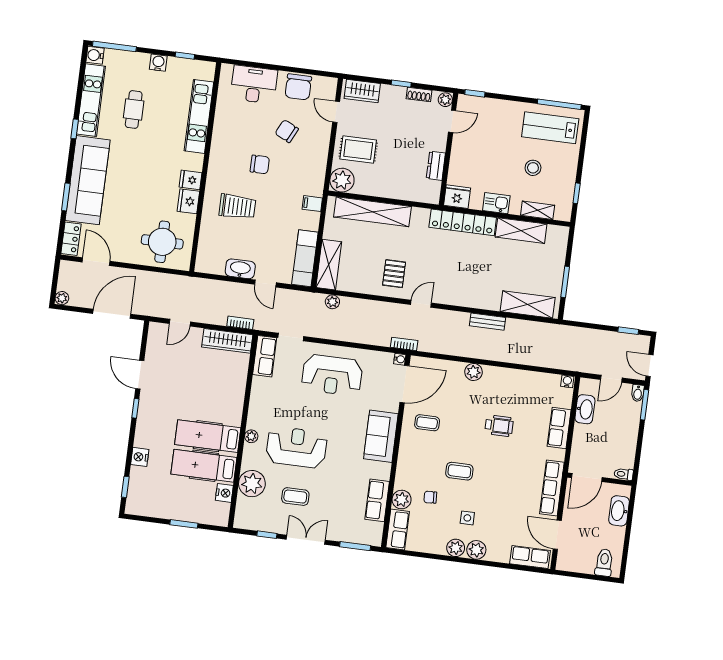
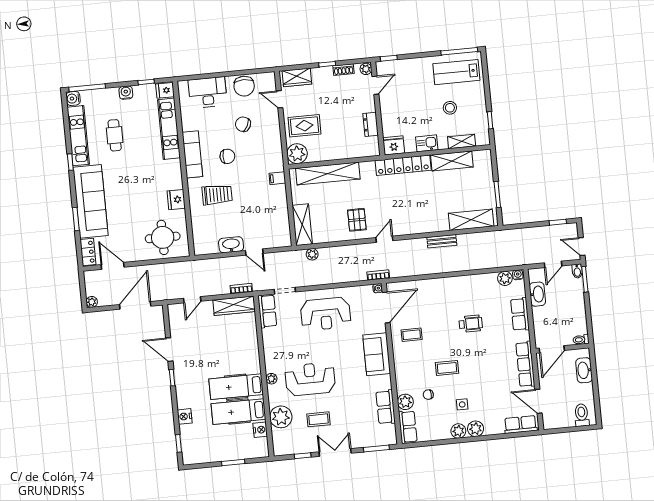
fridge: (190, 180) -> (165, 90), moved
exam couch: (305, 258) -> (192, 154), moved, turned 180
plant: (474, 372) -> (505, 278), moved

